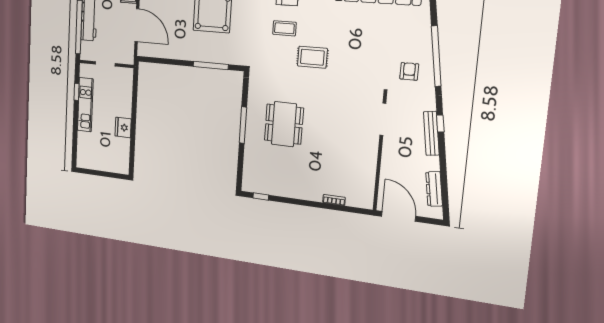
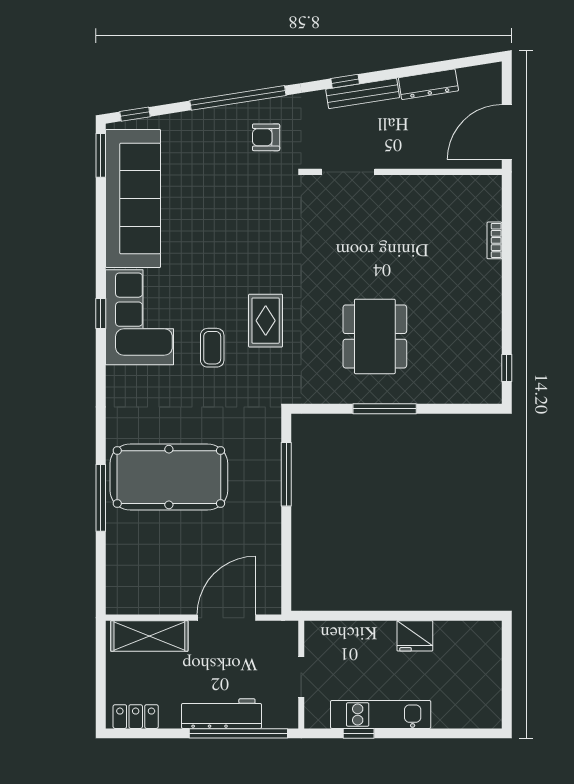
rug: (312, 57) -> (266, 321), moved
dining table: (284, 124) -> (375, 336), turned 90
dresser: (434, 189) -> (428, 84), moved

